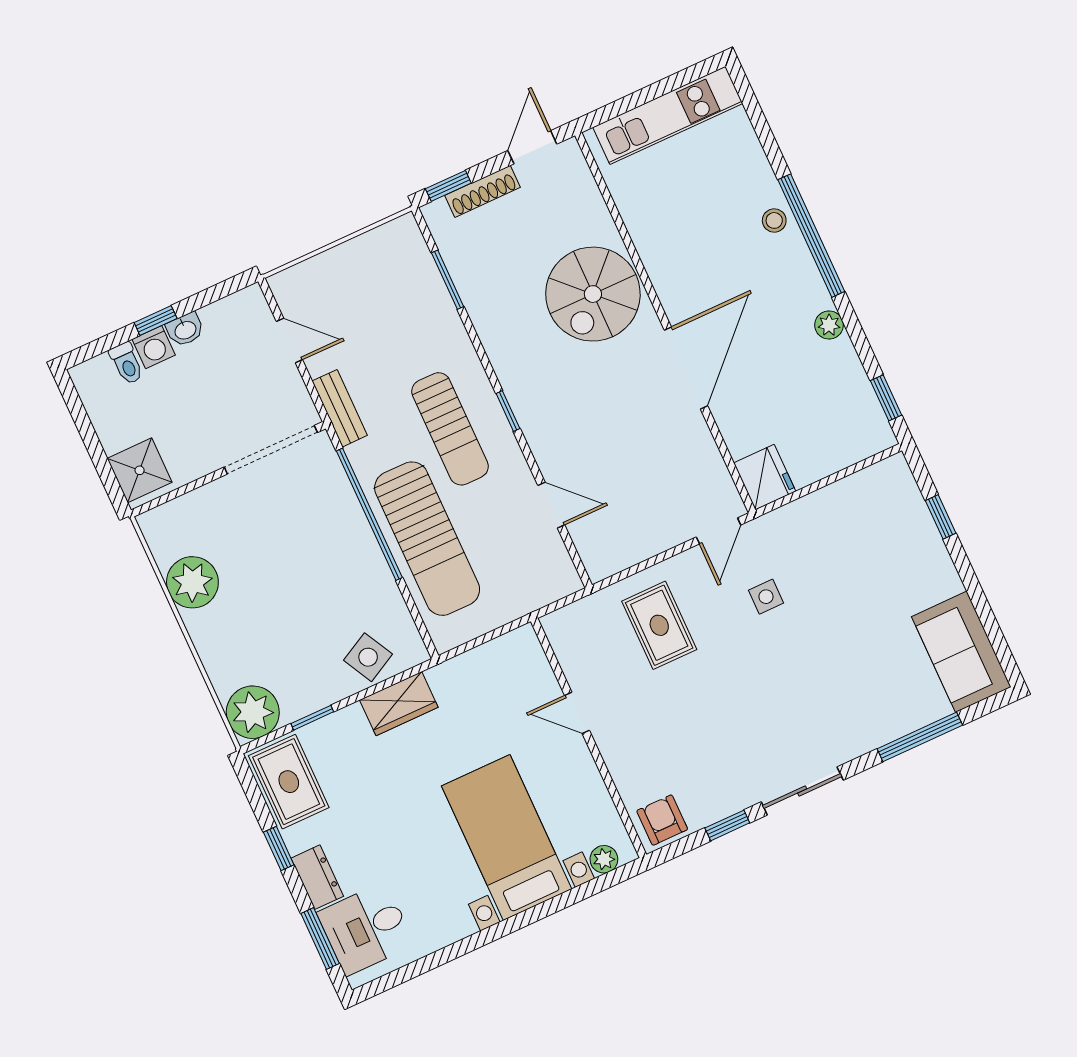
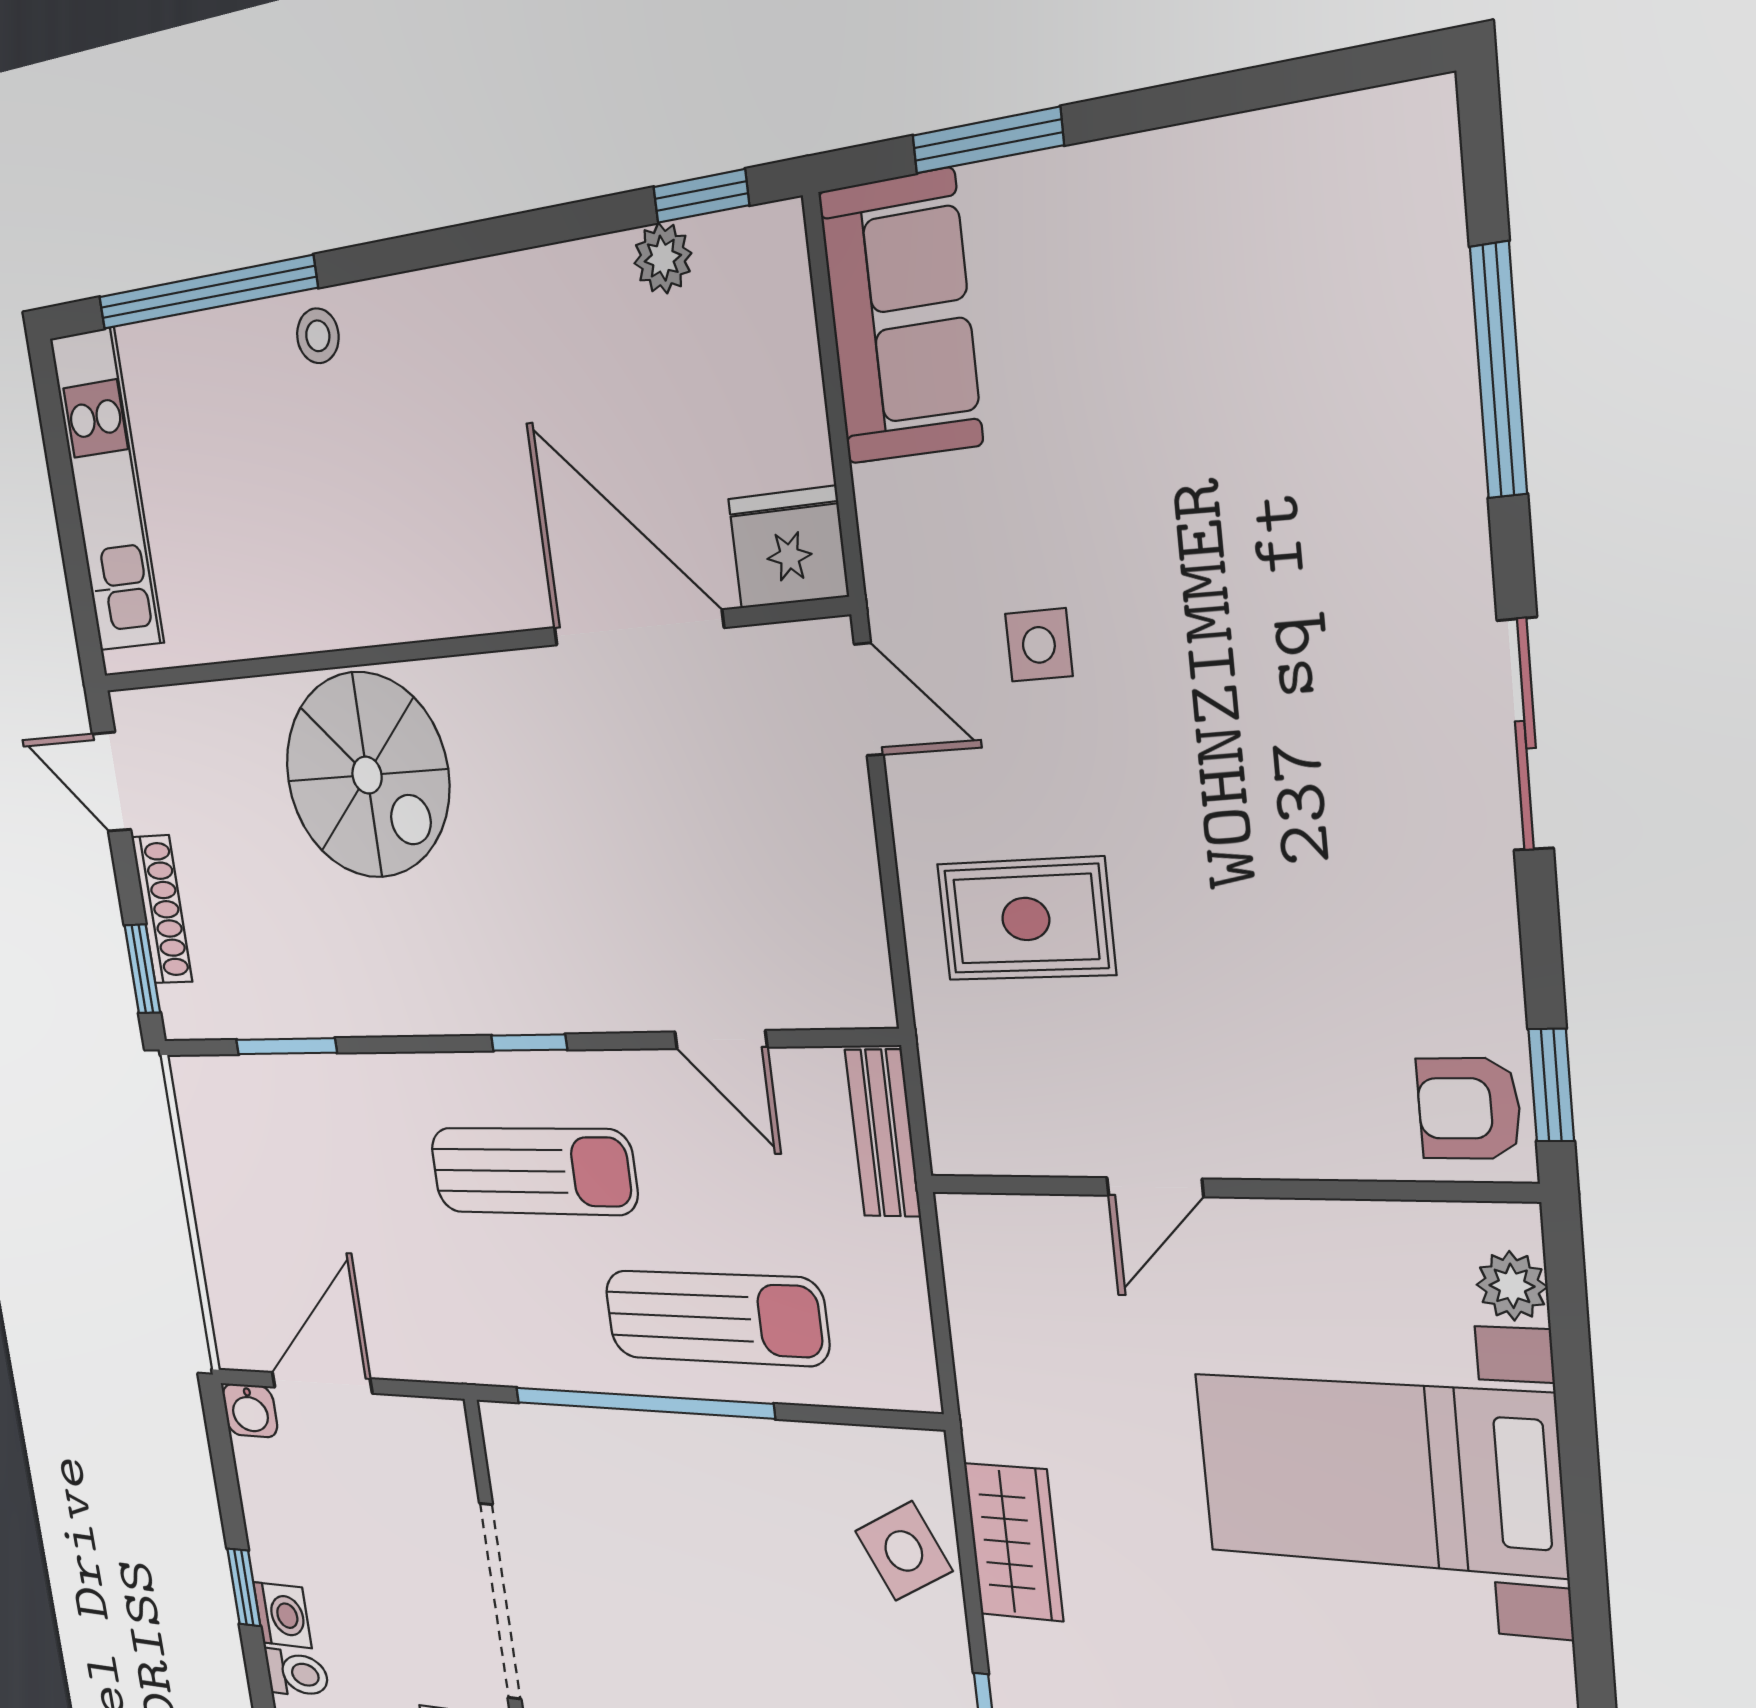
window: (811, 236) -> (206, 292), moved
plant: (829, 325) -> (663, 258), moved
washbasin: (185, 330) -> (250, 1410), moved, turned 90
door: (289, 341) -> (322, 1383), width x1.38
door: (686, 368) -> (638, 628), moved
bench: (340, 408) -> (883, 1133), moved, turned 90
doorway: (271, 450) -> (500, 1602), moved
door: (551, 505) -> (721, 1040), swing flipped
window: (941, 517) -> (987, 140), width x1.50
sun lounger: (427, 539) -> (716, 1318), width x0.73, depth x0.75
sofa: (961, 652) -> (900, 318), moved, turned -90
window: (727, 825) -> (1551, 1085), moved

